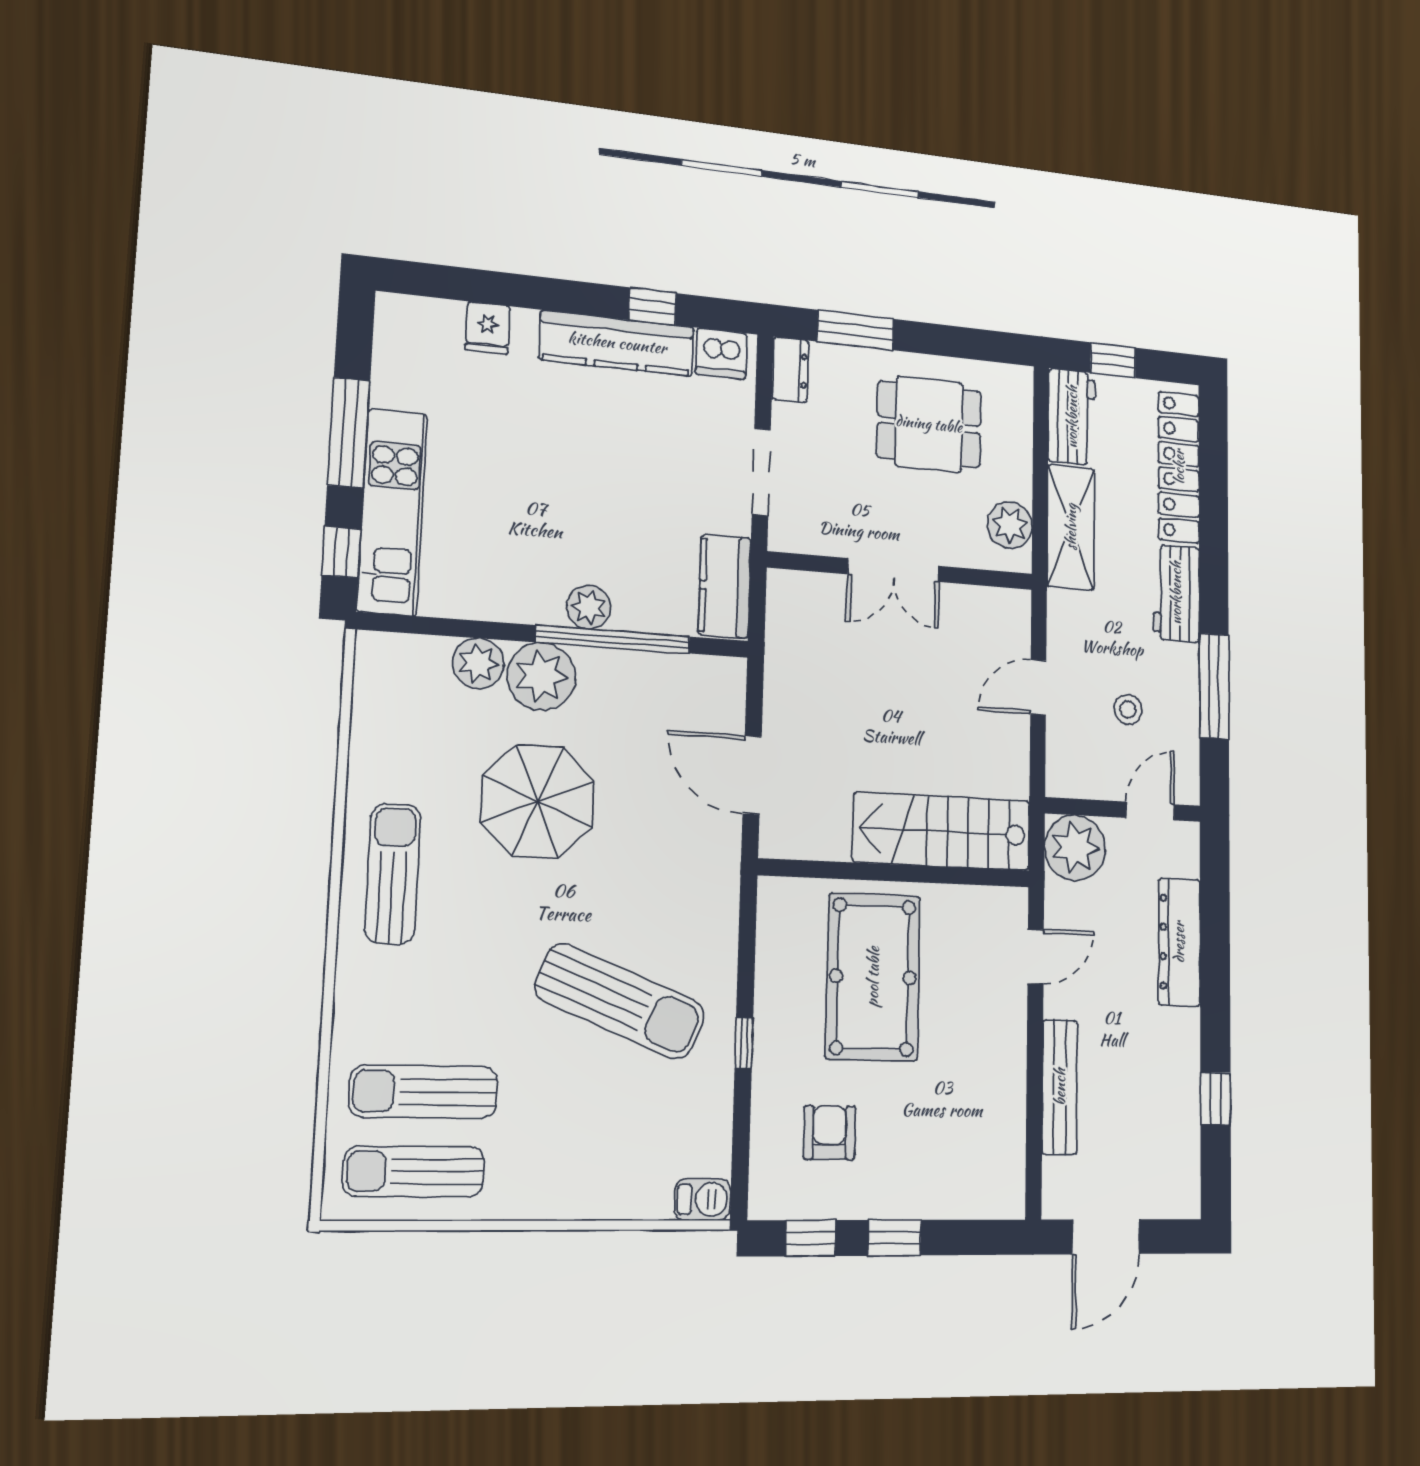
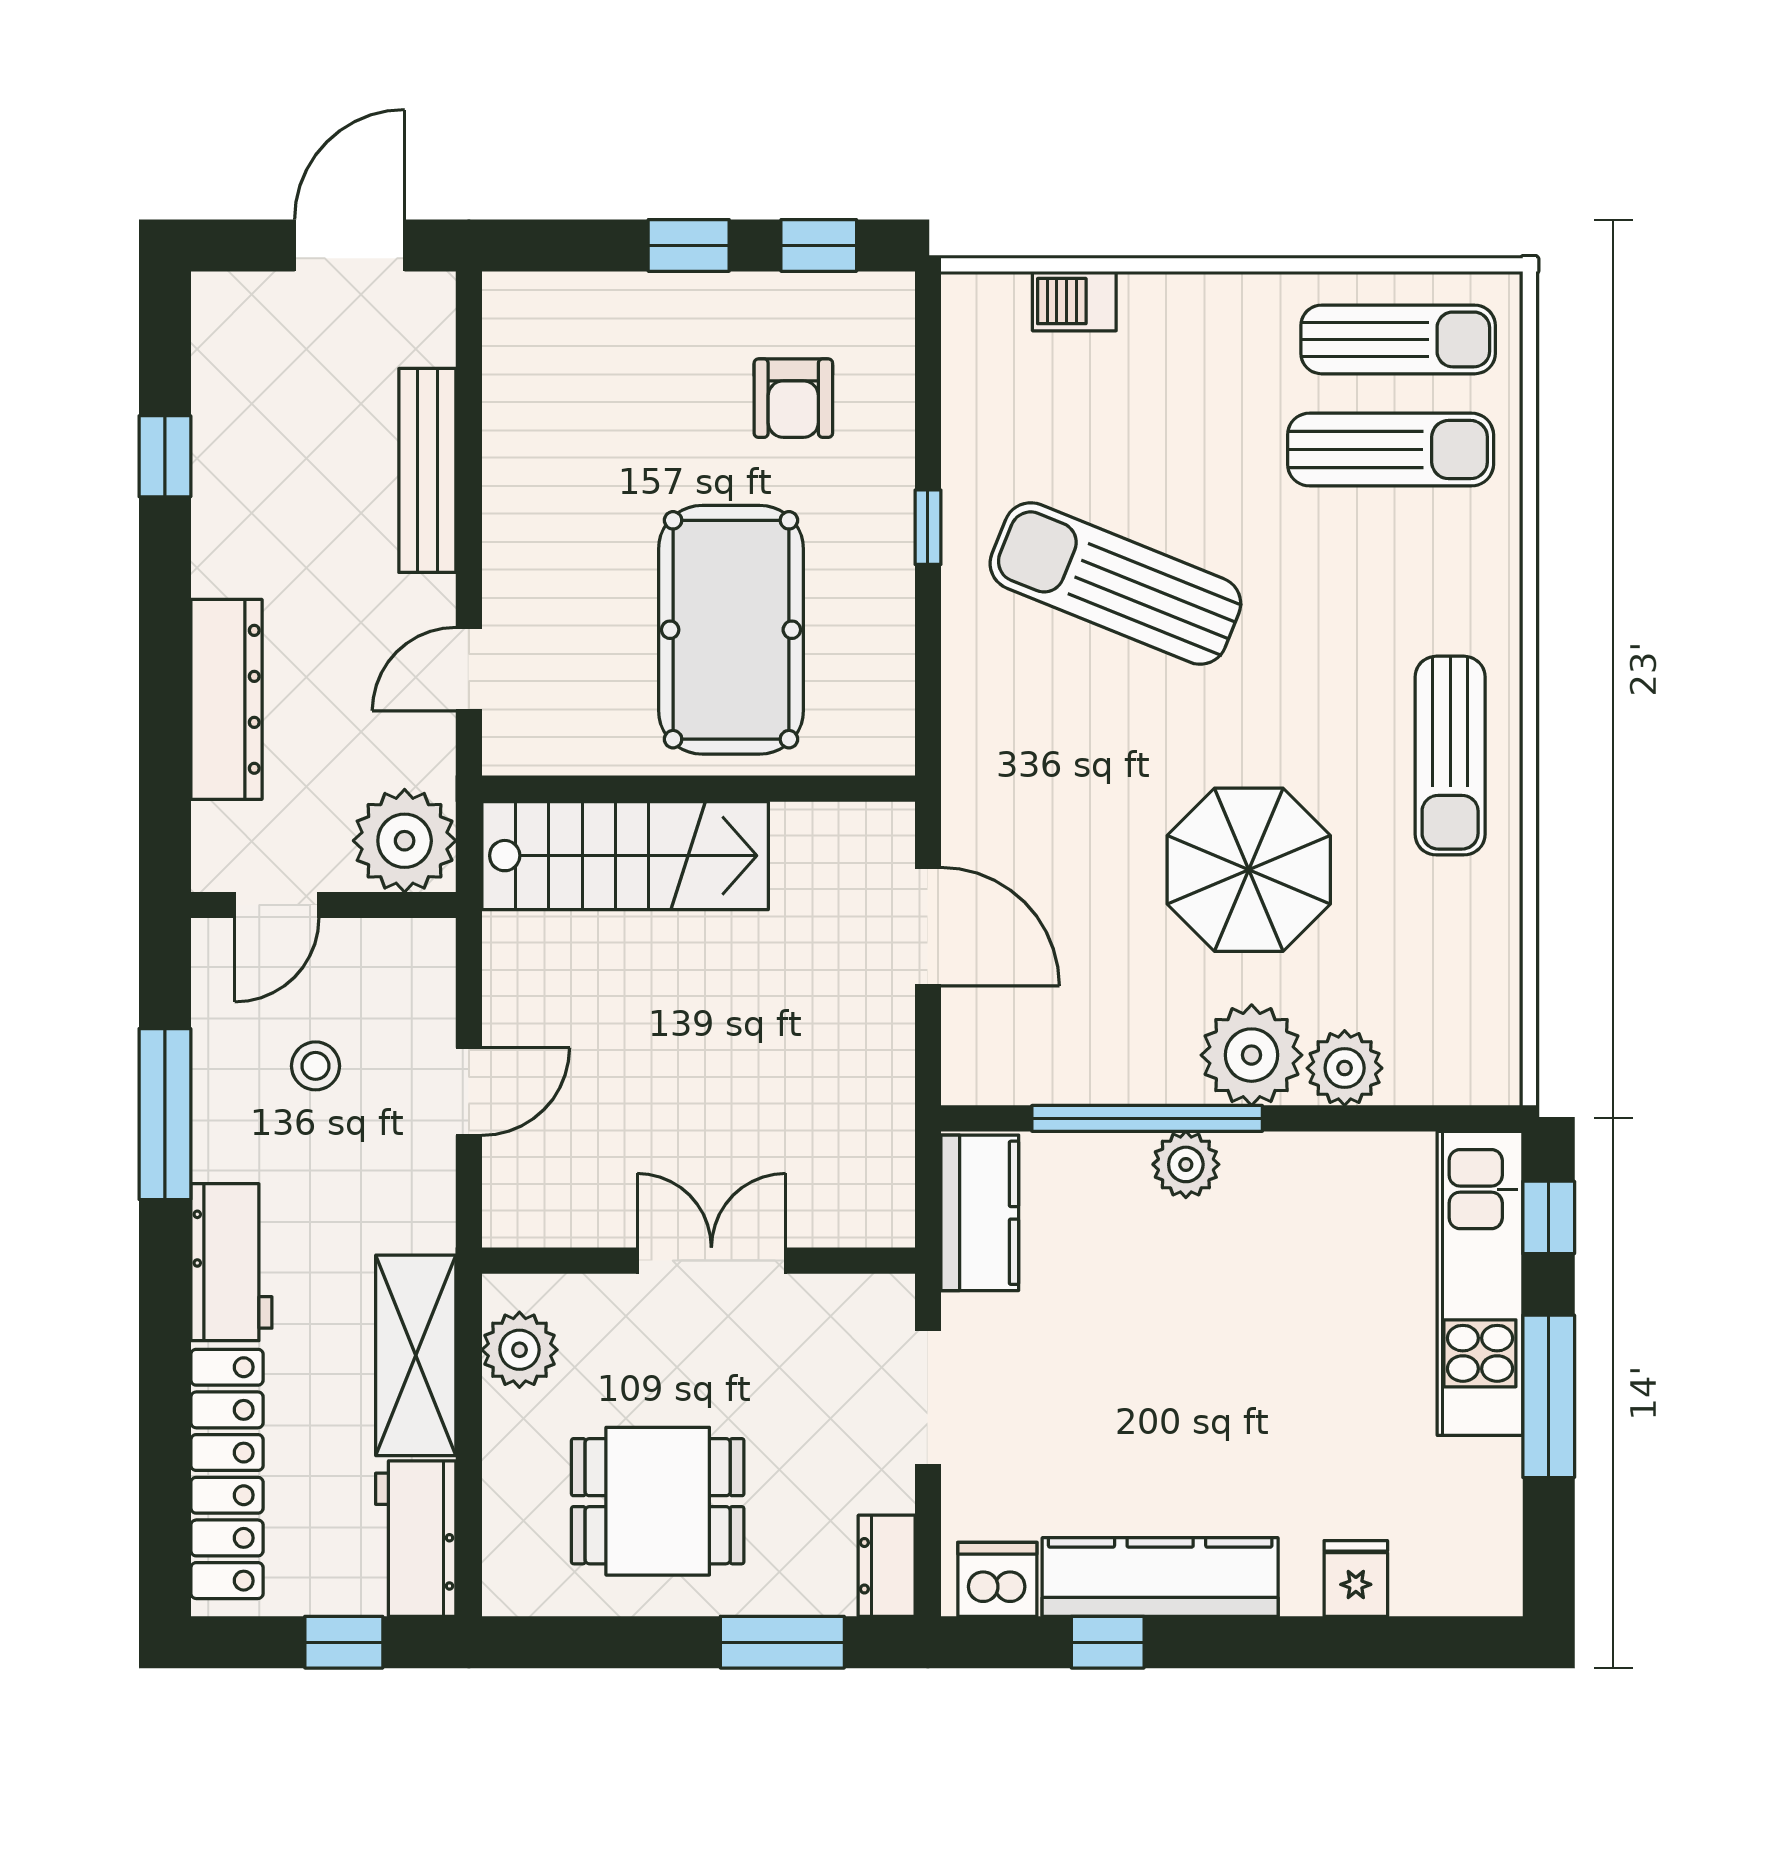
barbecue: (703, 1199) -> (1074, 301), moved

